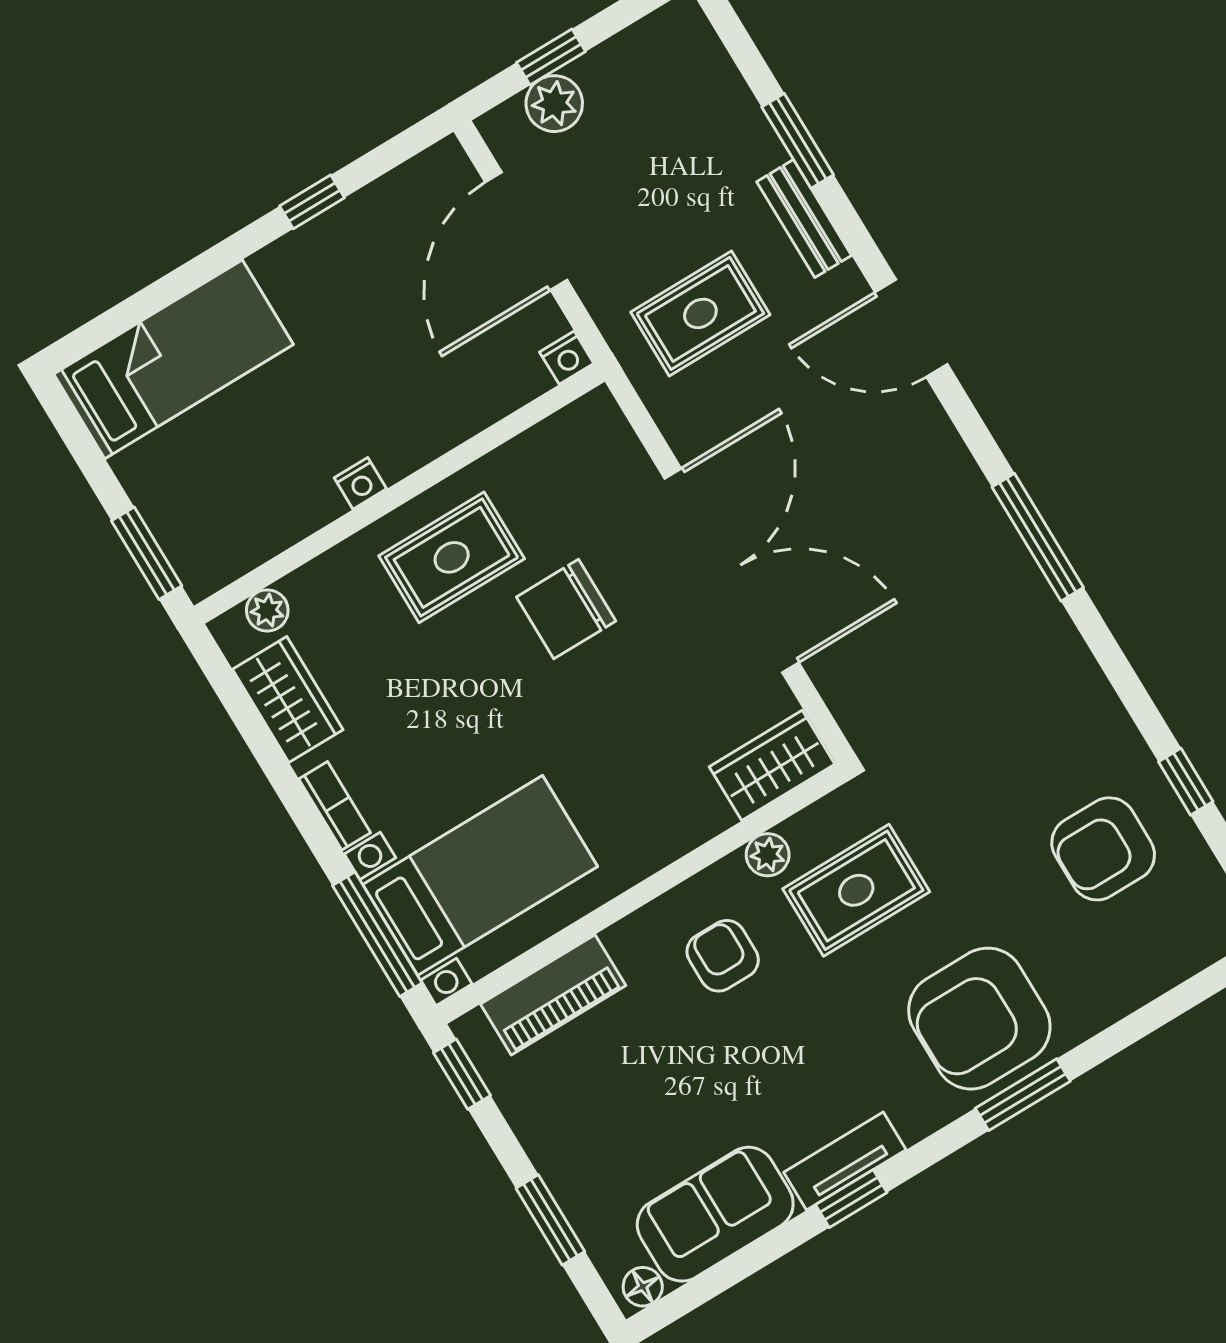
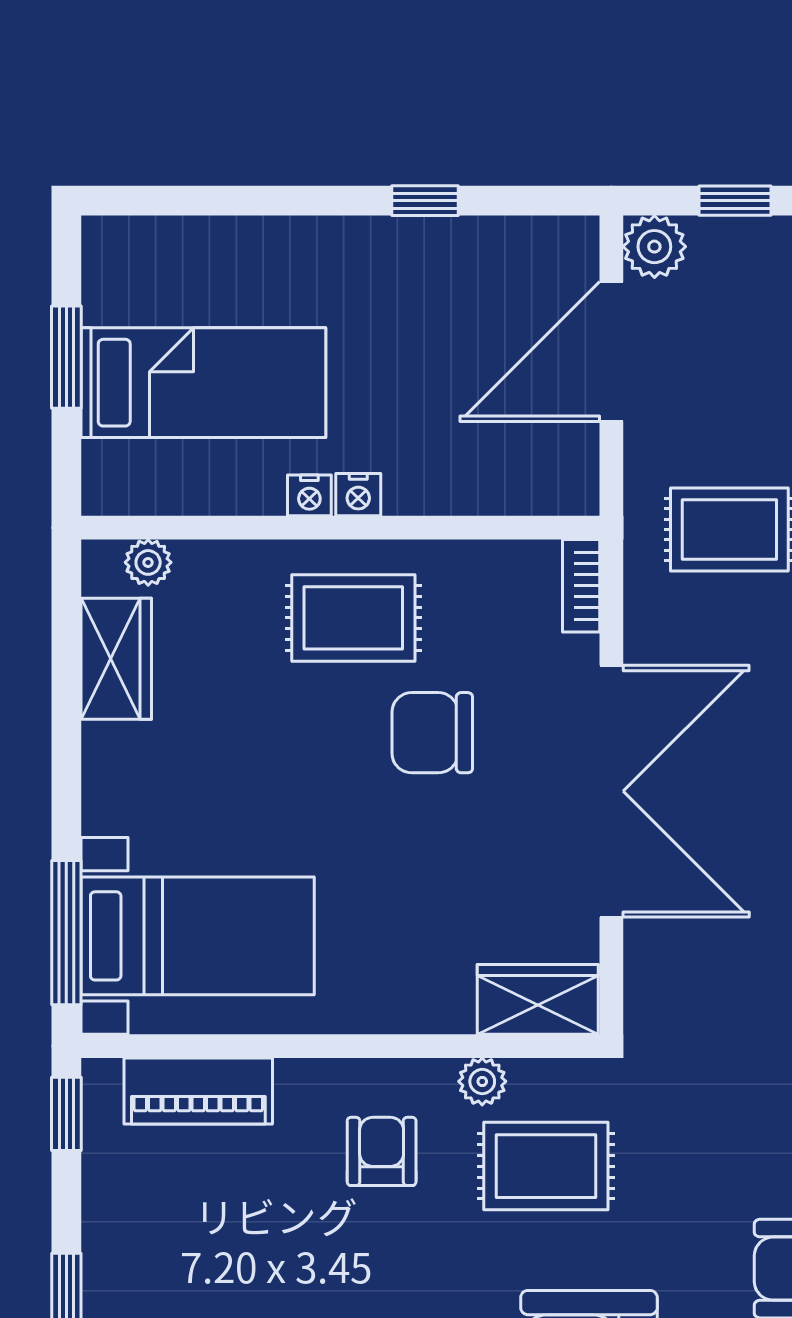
plant: (554, 104) -> (654, 247), moved
nightstand: (567, 358) -> (358, 495), moved
bed: (173, 359) -> (203, 383), moved
window: (147, 553) -> (66, 357), moved
bookcase: (335, 806) -> (581, 586), moved, turned 180

